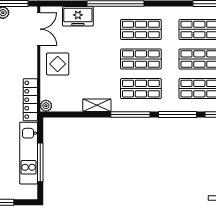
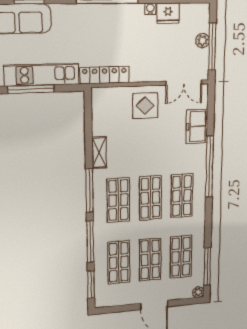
plant: (46, 106) -> (98, 94), removed

